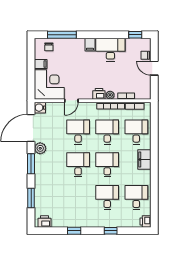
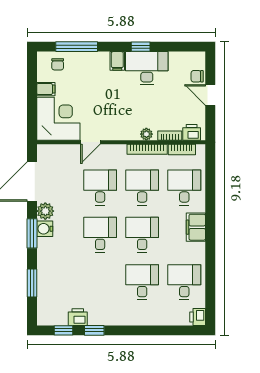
window: (135, 35) -> (141, 47), moved
printer: (99, 94) -> (192, 132), moved
water cooler: (40, 108) -> (45, 229), moved
printer: (44, 222) -> (78, 317), moved
window: (111, 231) -> (63, 330), moved

